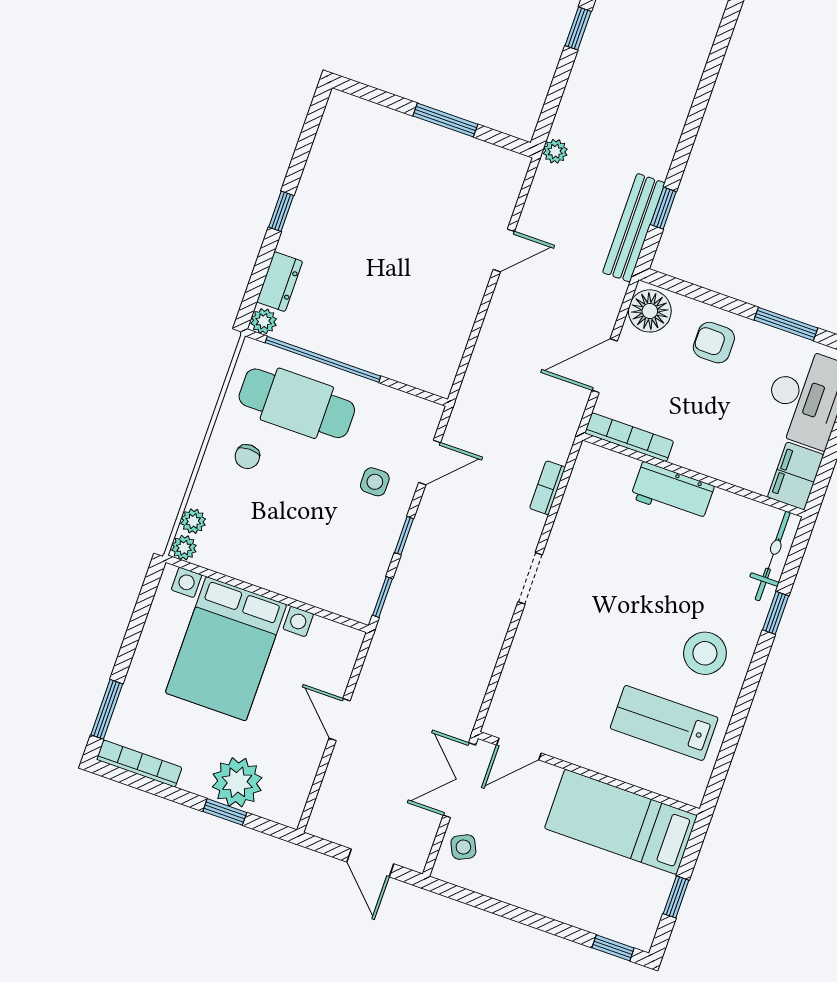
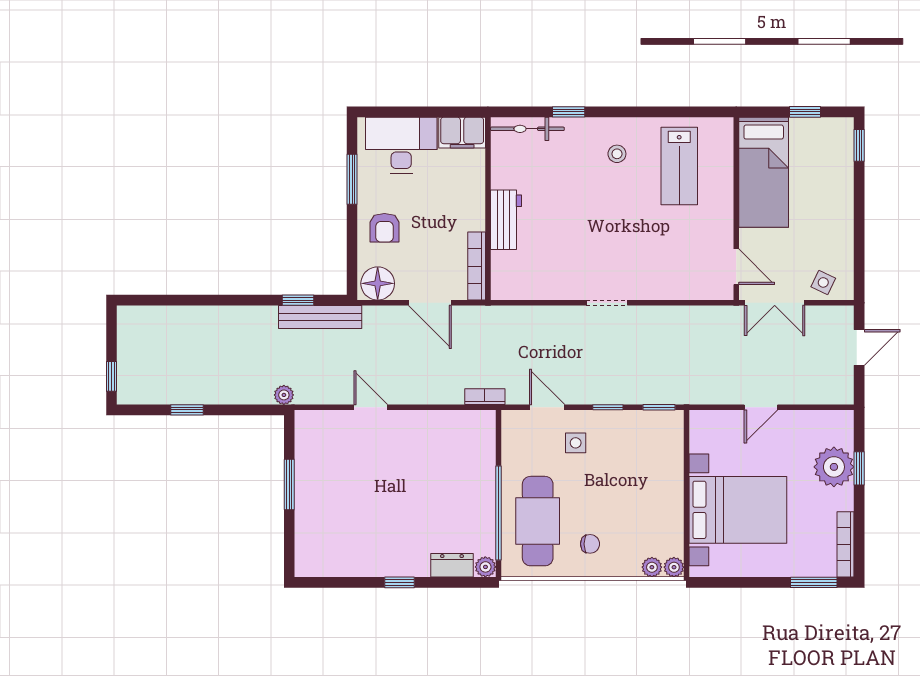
bookcase: (547, 488) -> (485, 397), moved, turned 180
stool: (705, 653) -> (617, 154), width x0.53, depth x0.53
side table: (463, 847) -> (823, 282), turned -38

